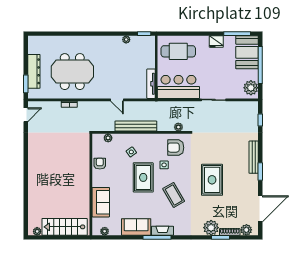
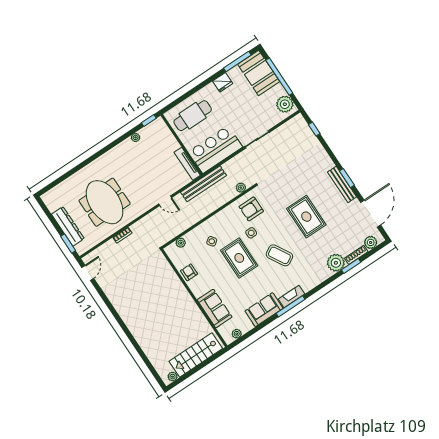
meeting table: (72, 72) -> (105, 202), turned 90
bench: (136, 126) -> (204, 184), moved
bench: (254, 157) -> (342, 184), moved

